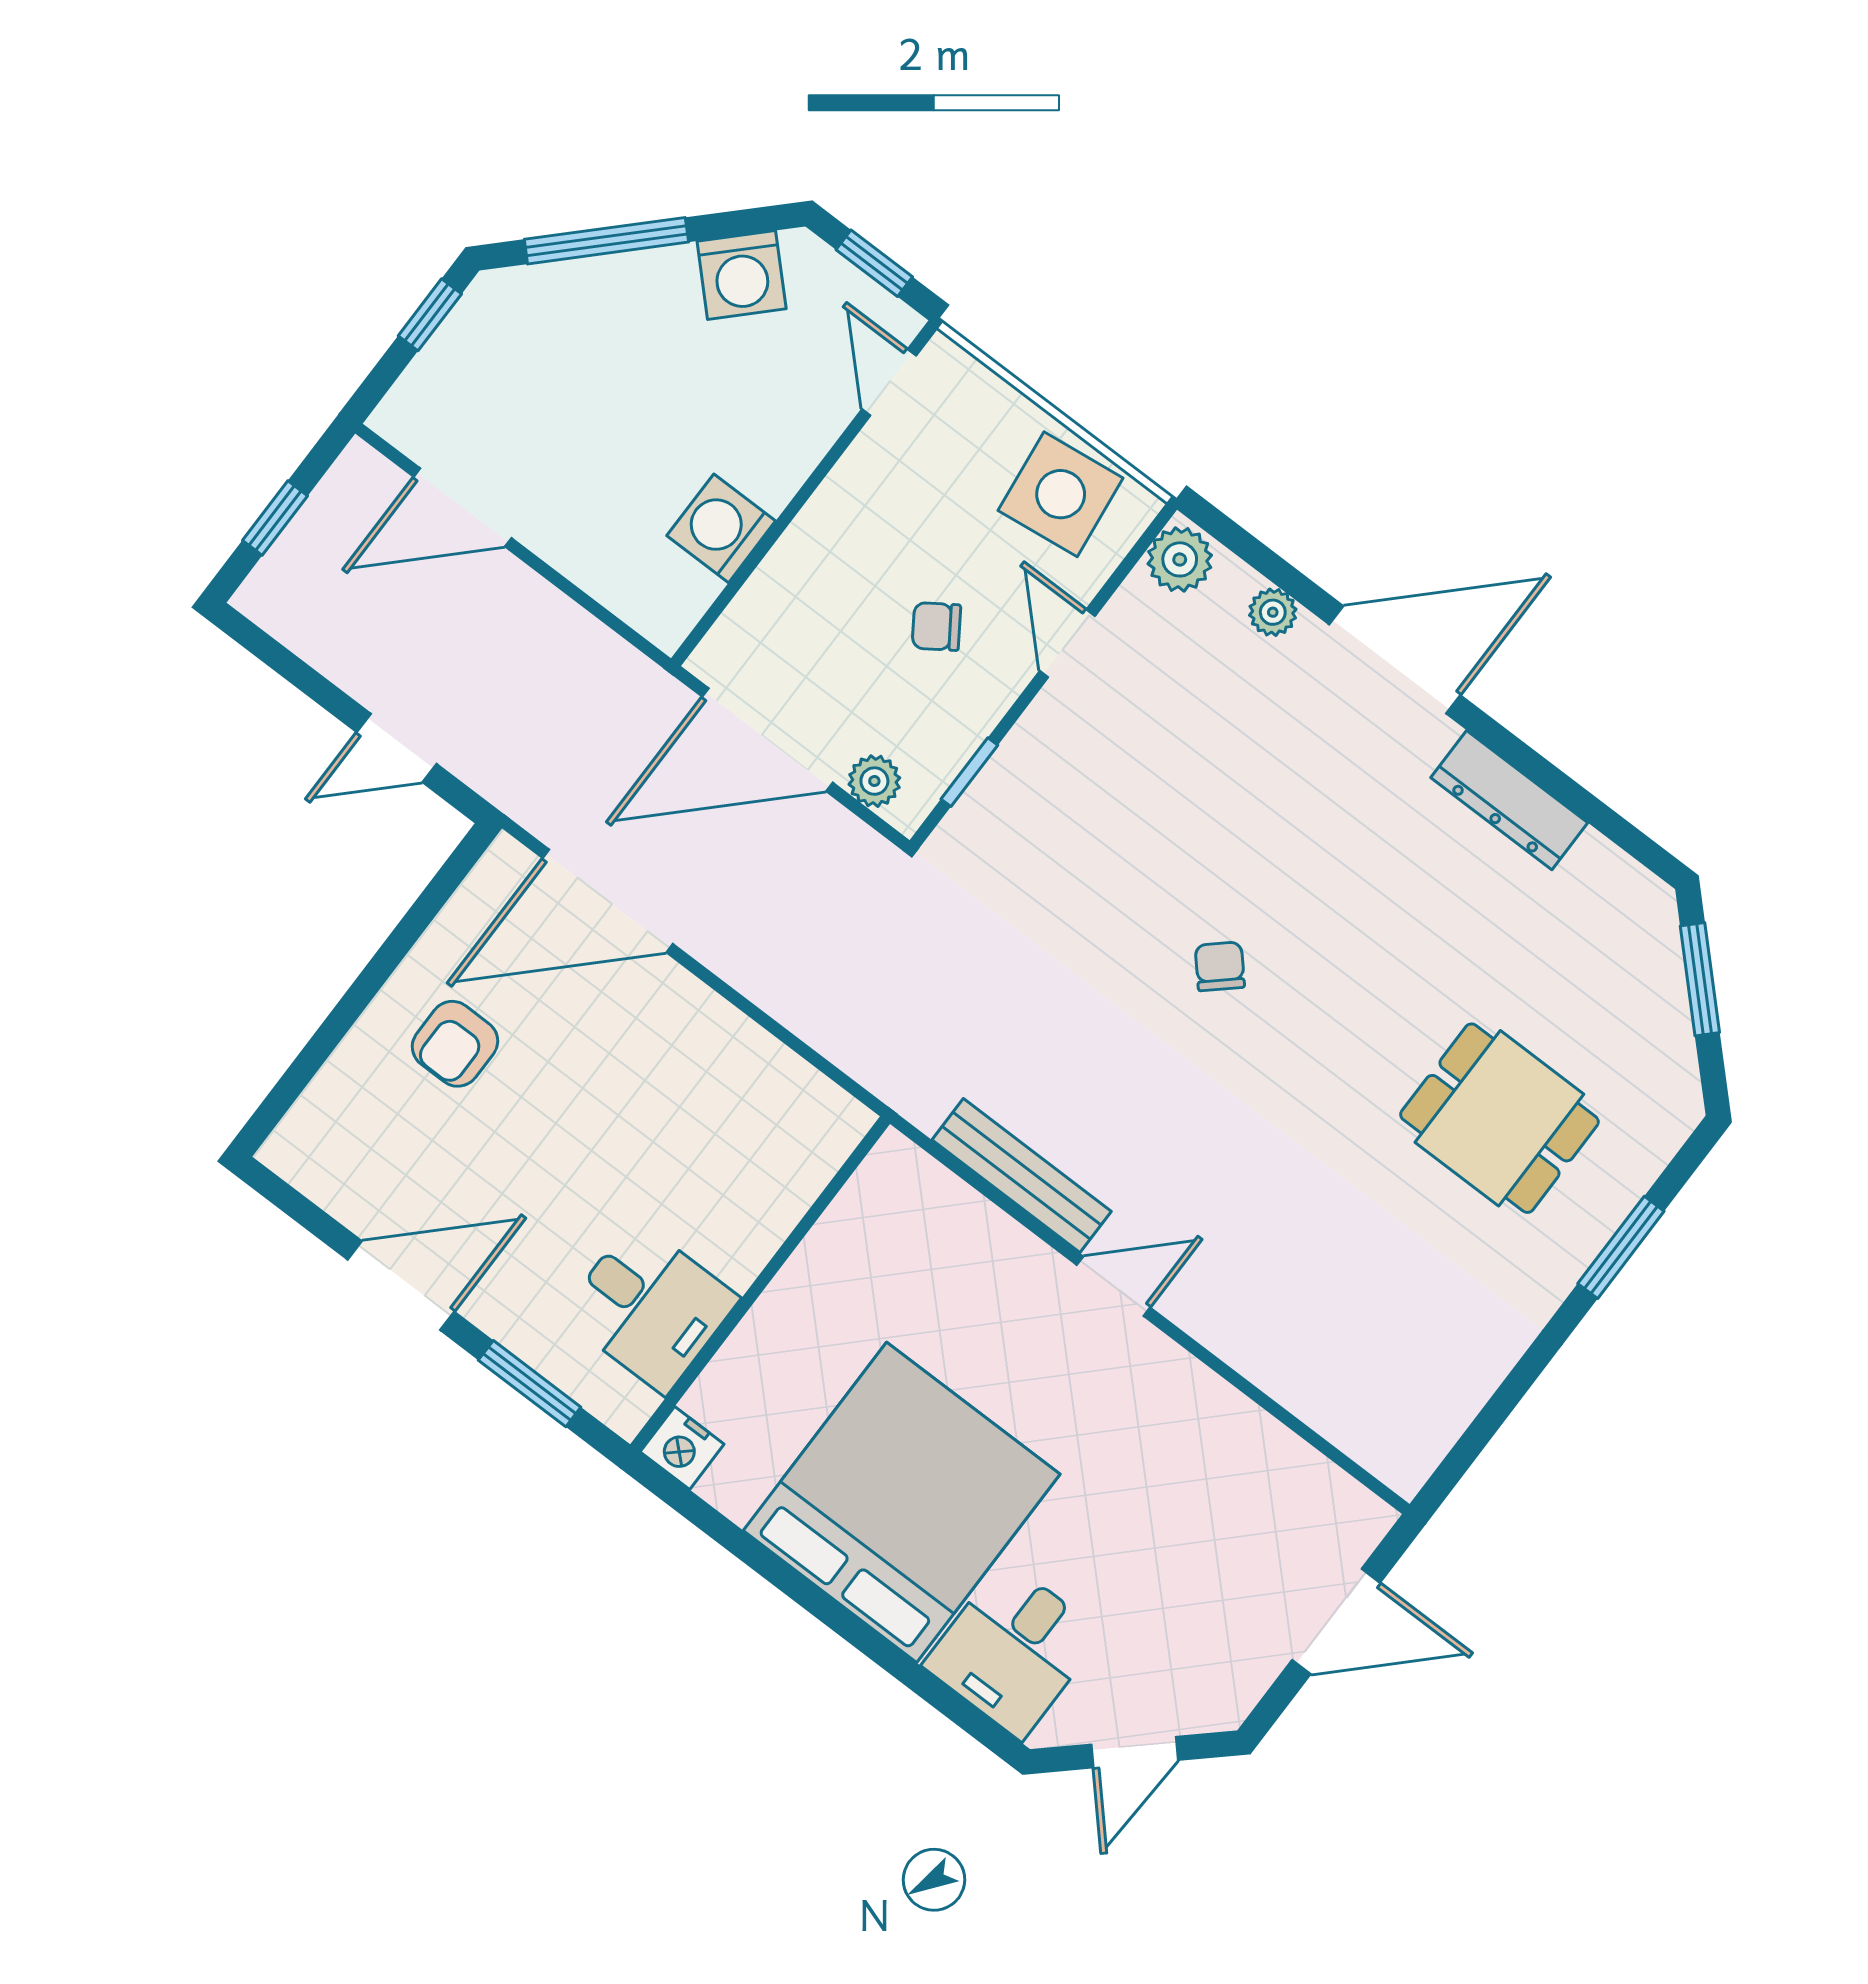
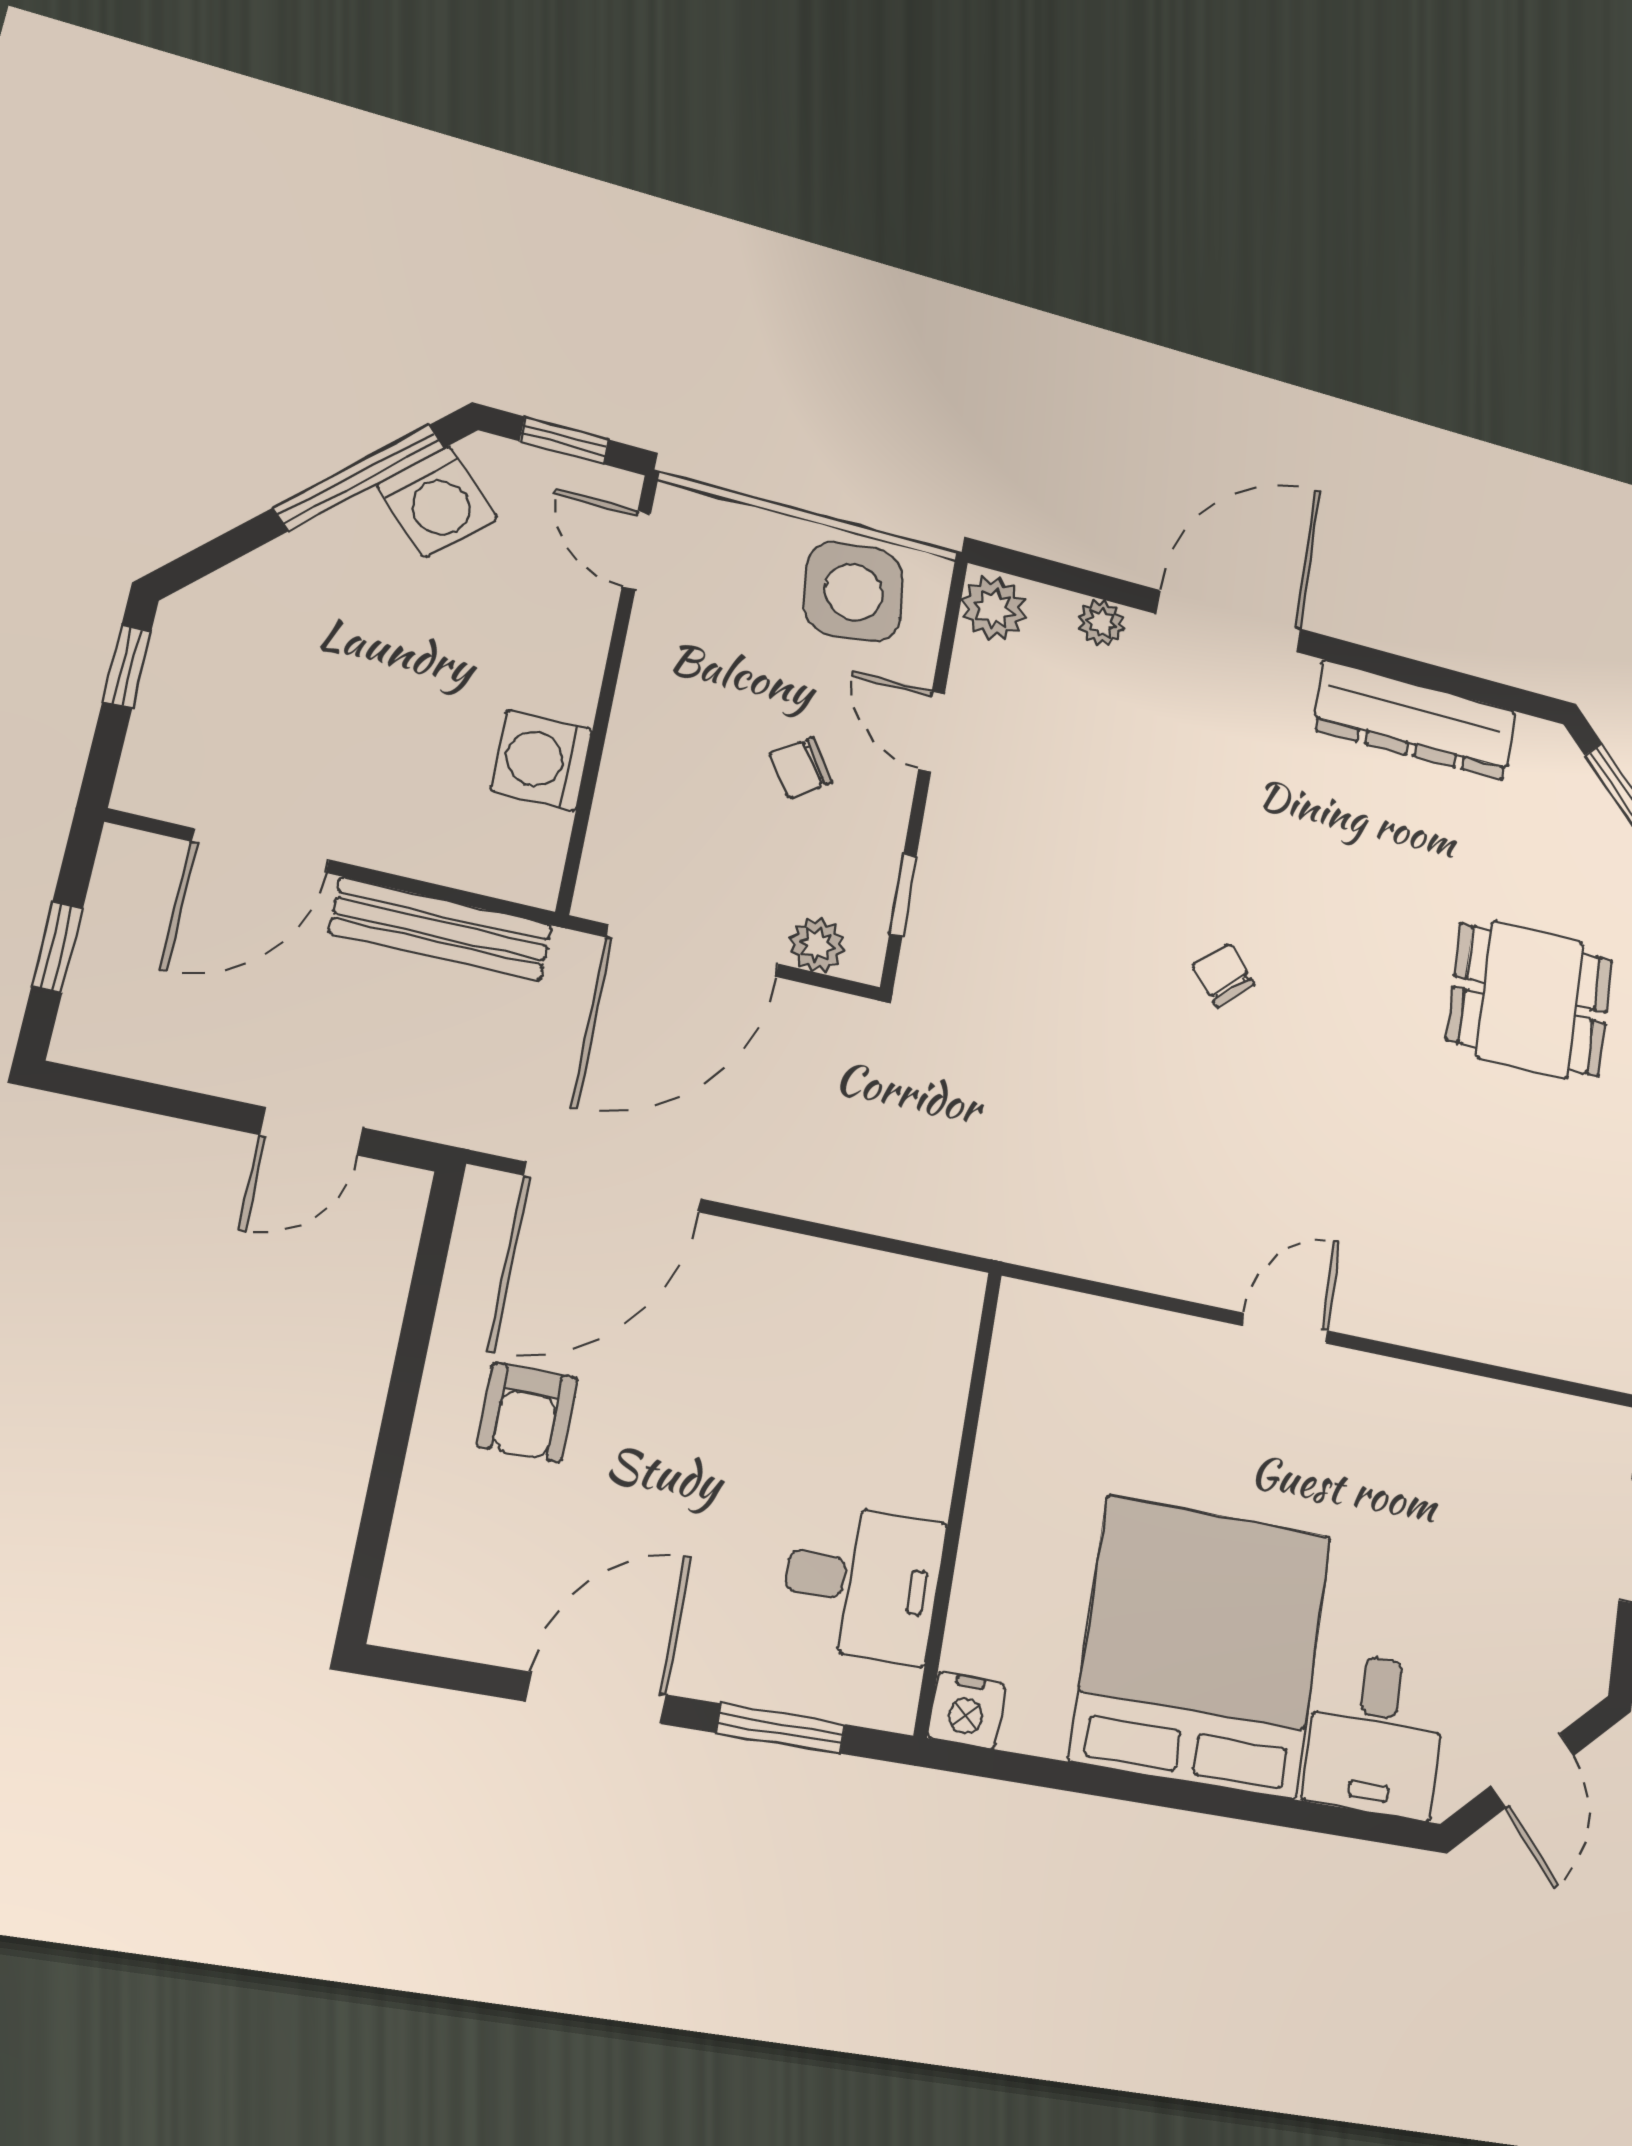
window: (606, 241) -> (359, 478), moved
dresser: (1509, 800) -> (1415, 720), width x1.37, depth x1.24
bench: (1022, 1176) -> (441, 929), moved

